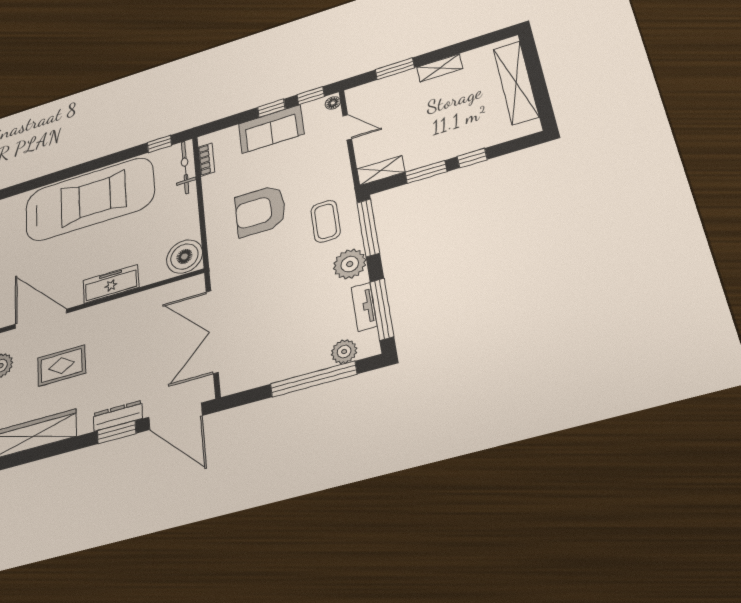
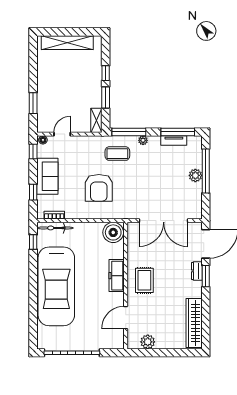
shelving: (440, 68) -> (42, 79), removed
window: (271, 108) -> (33, 192), moved
car: (89, 199) -> (56, 286), turned 180
plant: (350, 264) -> (143, 140), width x0.53, depth x0.53
door: (41, 319) -> (126, 318), width x0.73
plant: (344, 352) -> (195, 175), moved
rug: (62, 366) -> (144, 280), moved
dresser: (118, 416) -> (197, 271), width x0.70

